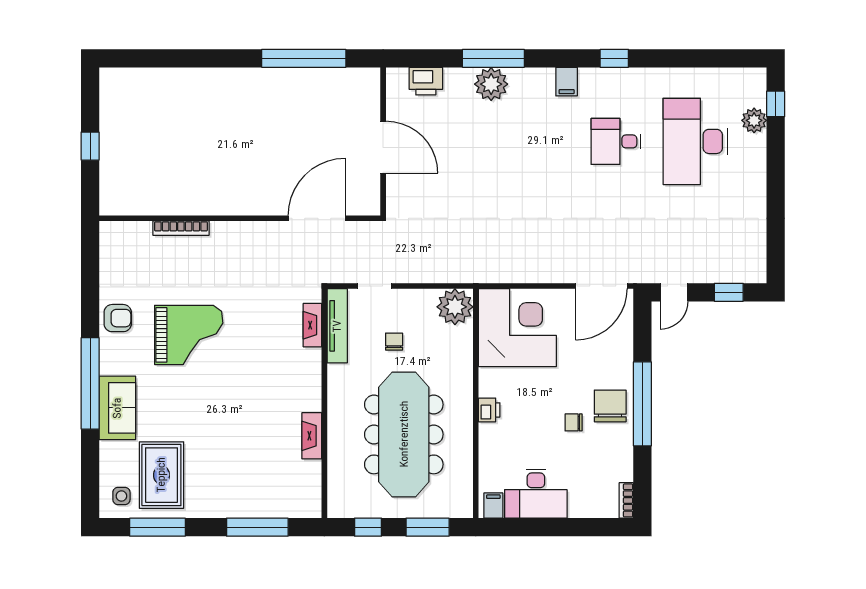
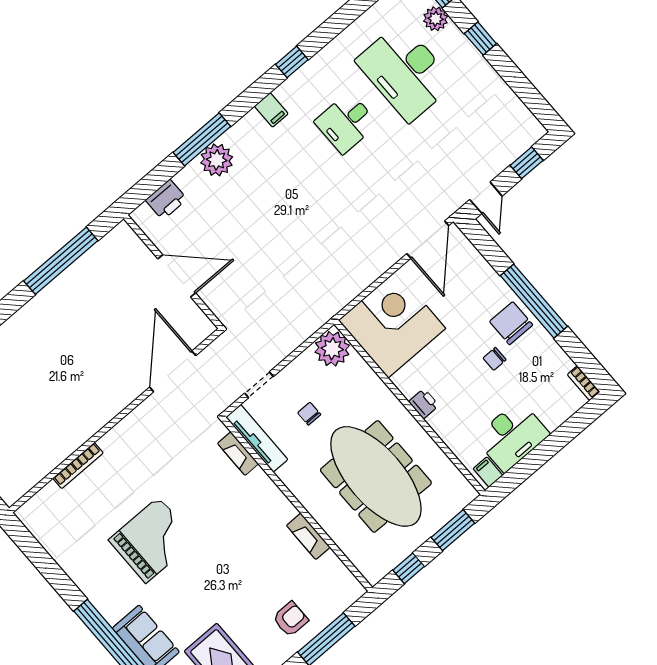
window: (776, 166) -> (480, 39), added
armchair: (118, 318) -> (290, 619), moved

